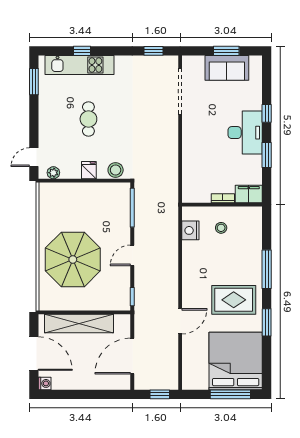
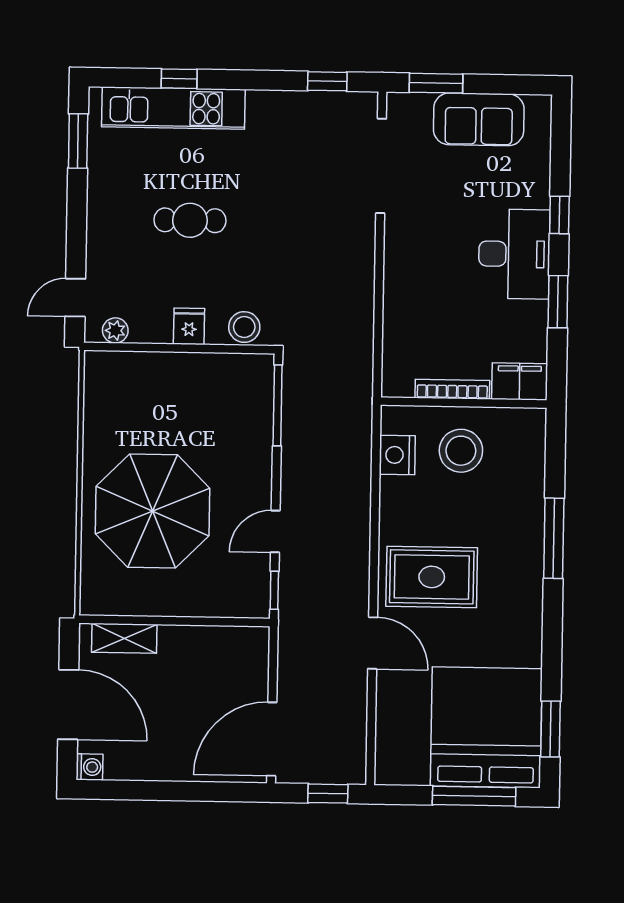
window: (226, 51) -> (436, 83), moved
cafe table: (88, 119) -> (190, 220), turned 90
bookcase: (223, 198) -> (452, 389), width x1.56
stool: (221, 228) -> (461, 451), width x1.89, depth x1.89
door: (132, 255) -> (275, 531), moved
rug: (234, 300) -> (432, 577), moved
door: (180, 321) -> (373, 643), hinge flipped
window: (267, 322) -> (550, 729), moved
shelving: (79, 323) -> (124, 638), width x0.45, depth x0.75
door: (132, 356) -> (272, 739), moved

